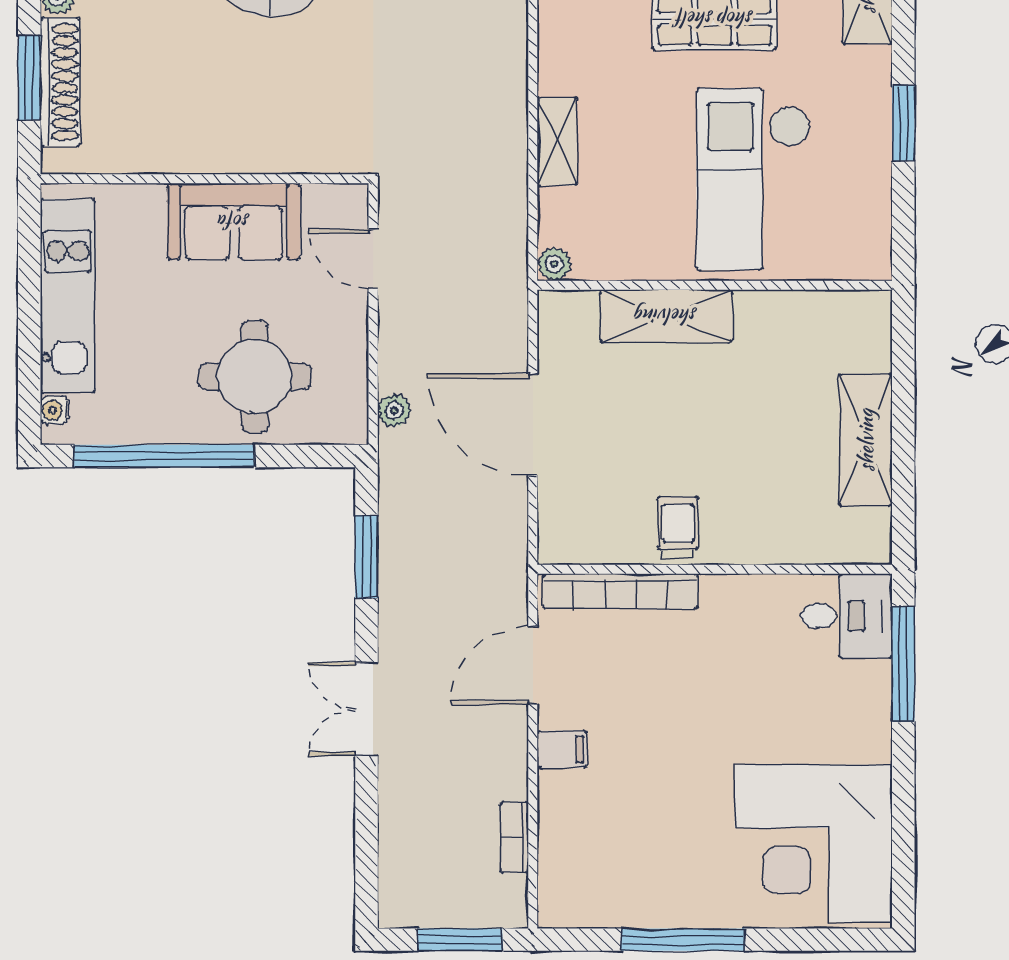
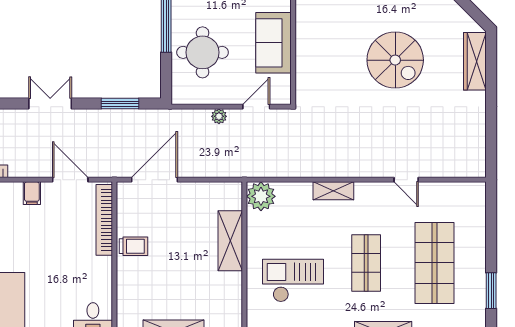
shelving: (557, 142) -> (333, 191), moved
checkout: (753, 179) -> (293, 281), width x0.73, depth x0.83
plant: (554, 264) -> (261, 196), width x1.88, depth x1.88
plant: (394, 411) -> (219, 116), moved
door: (533, 425) -> (154, 180), moved

